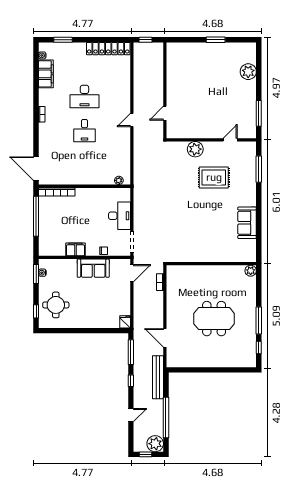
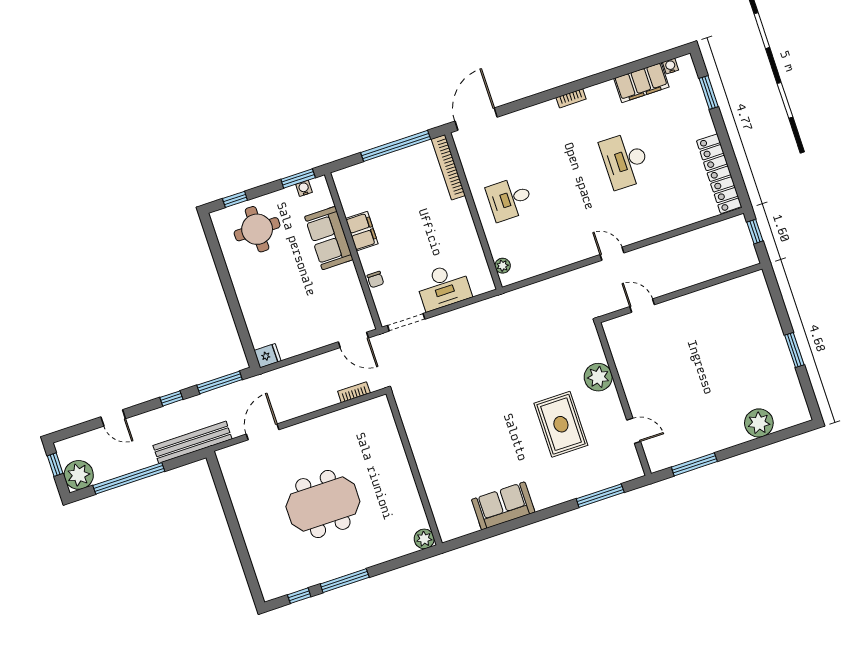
desk: (84, 131) -> (510, 199), moved
sofa: (93, 268) -> (329, 238), moved
meeting table: (214, 319) -> (323, 504), turned 90

